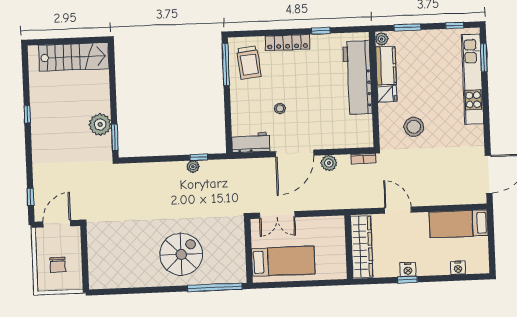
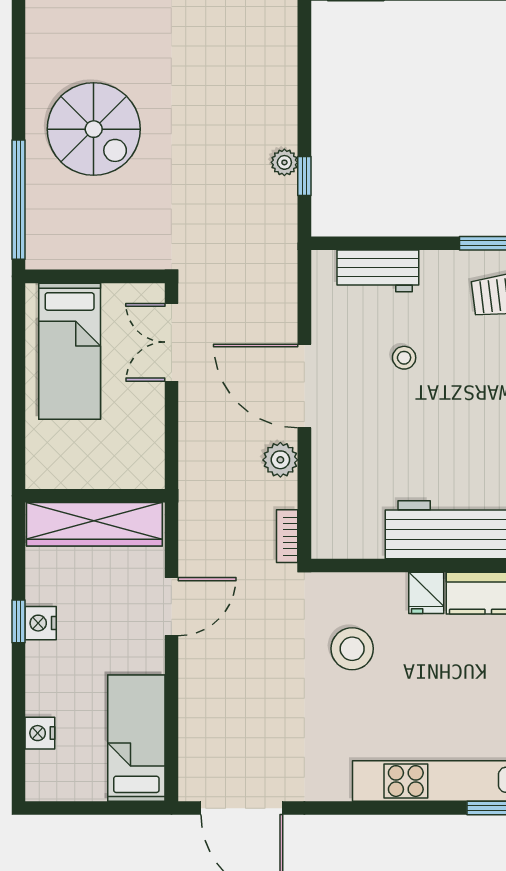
workbench: (251, 143) -> (378, 271), moved, turned 90

